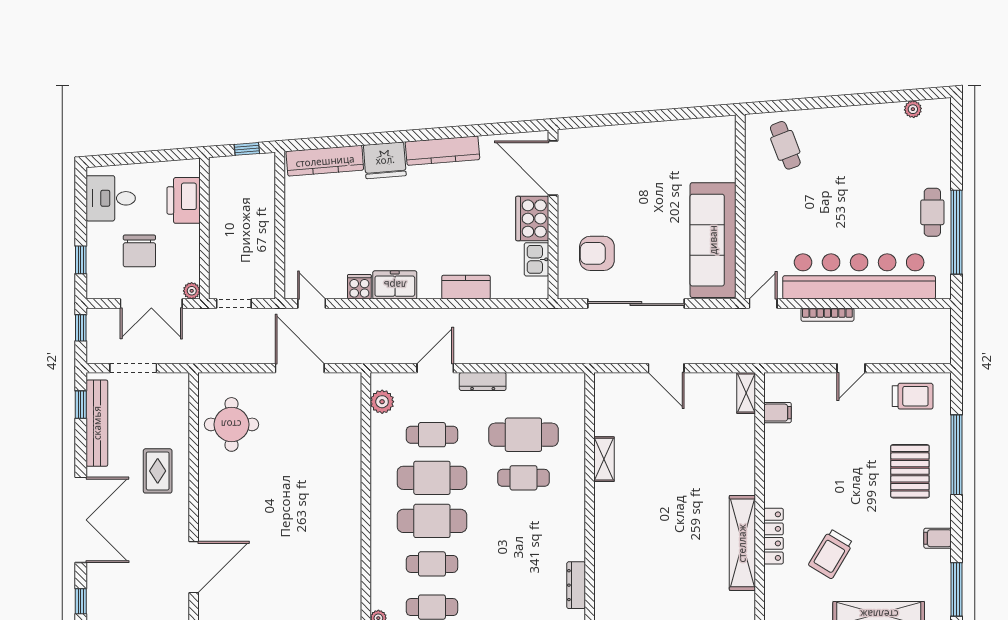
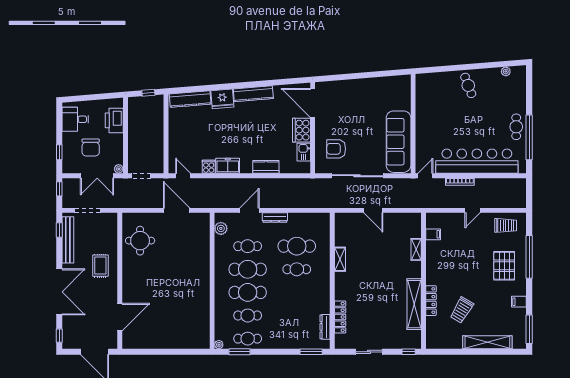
cafe table: (785, 145) -> (468, 85), moved
shelving: (746, 393) -> (416, 249), moved
locker: (604, 567) -> (340, 317), added

